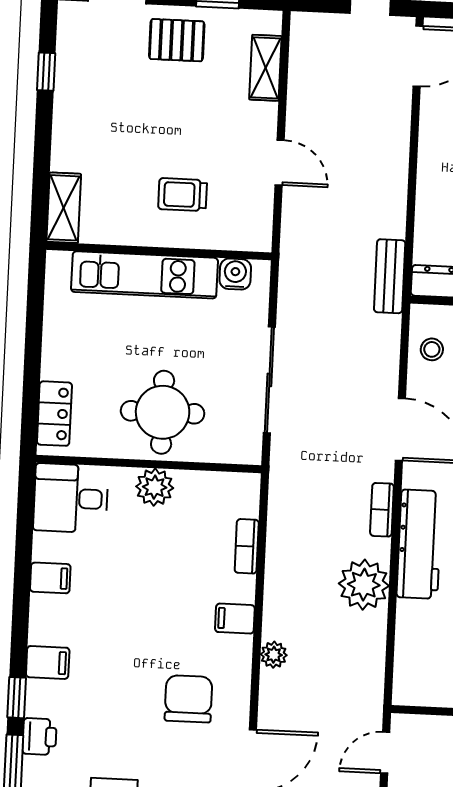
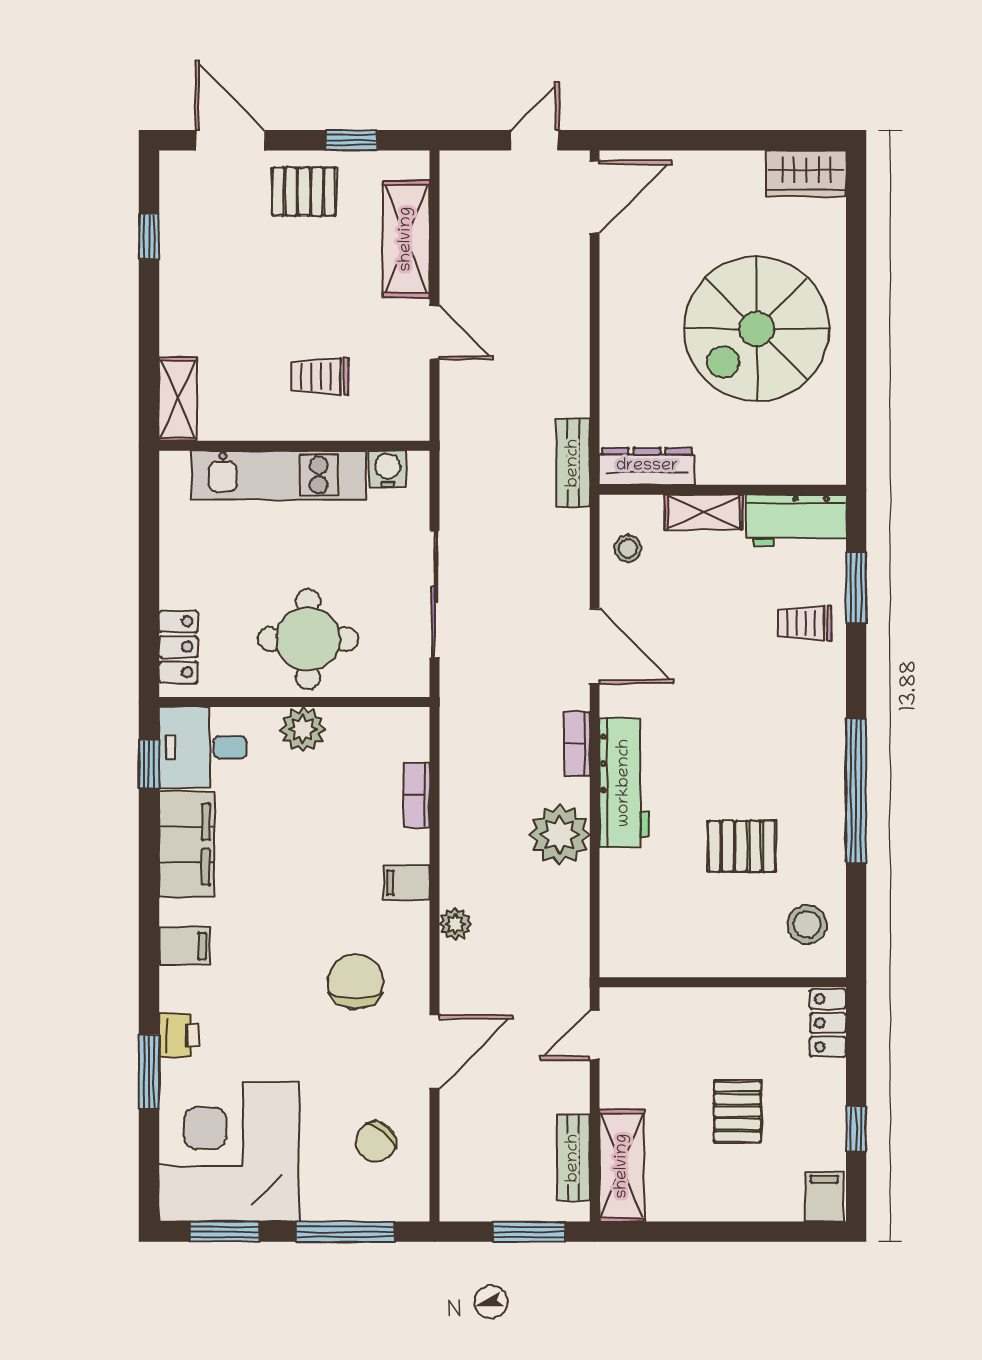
shelving: (265, 68) -> (406, 239), width x1.50, depth x1.33
filing cabinet: (50, 578) -> (187, 844), width x3.00, depth x1.17
window: (17, 698) -> (149, 764), moved

